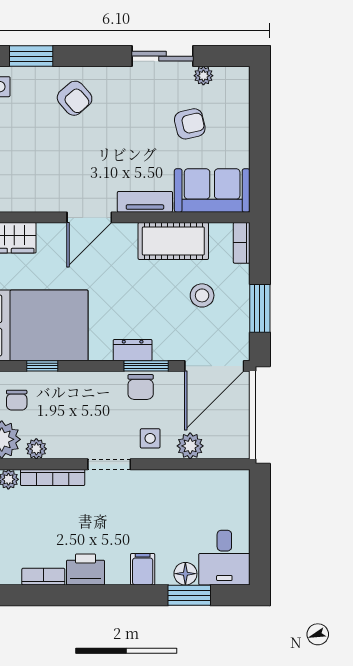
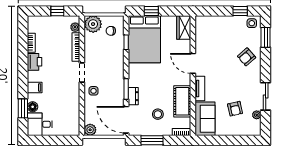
dresser: (133, 350) -> (133, 96), moved
chair: (141, 387) -> (117, 87), removed
plant: (190, 446) -> (90, 130), moved
plant: (36, 449) -> (89, 40), removed

